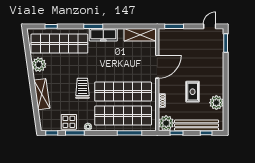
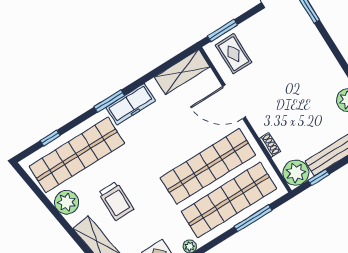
door: (157, 67) -> (234, 102), swing flipped
trolley: (82, 88) -> (116, 201), moved, turned 180
rug: (193, 92) -> (234, 54), moved

